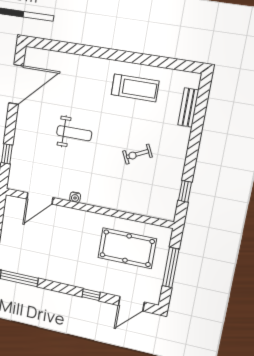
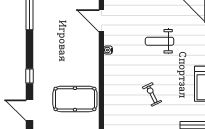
weight bench: (74, 133) -> (160, 41), turned 90
pool table: (127, 248) -> (75, 99), turned 90

